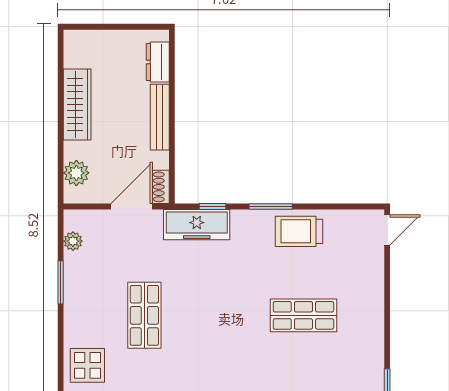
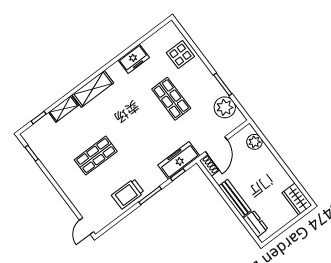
wardrobe: (77, 104) -> (297, 199), moved, width x0.67
trolley: (299, 231) -> (128, 194), turned 180
plant: (73, 241) -> (225, 107), width x1.87, depth x1.87

